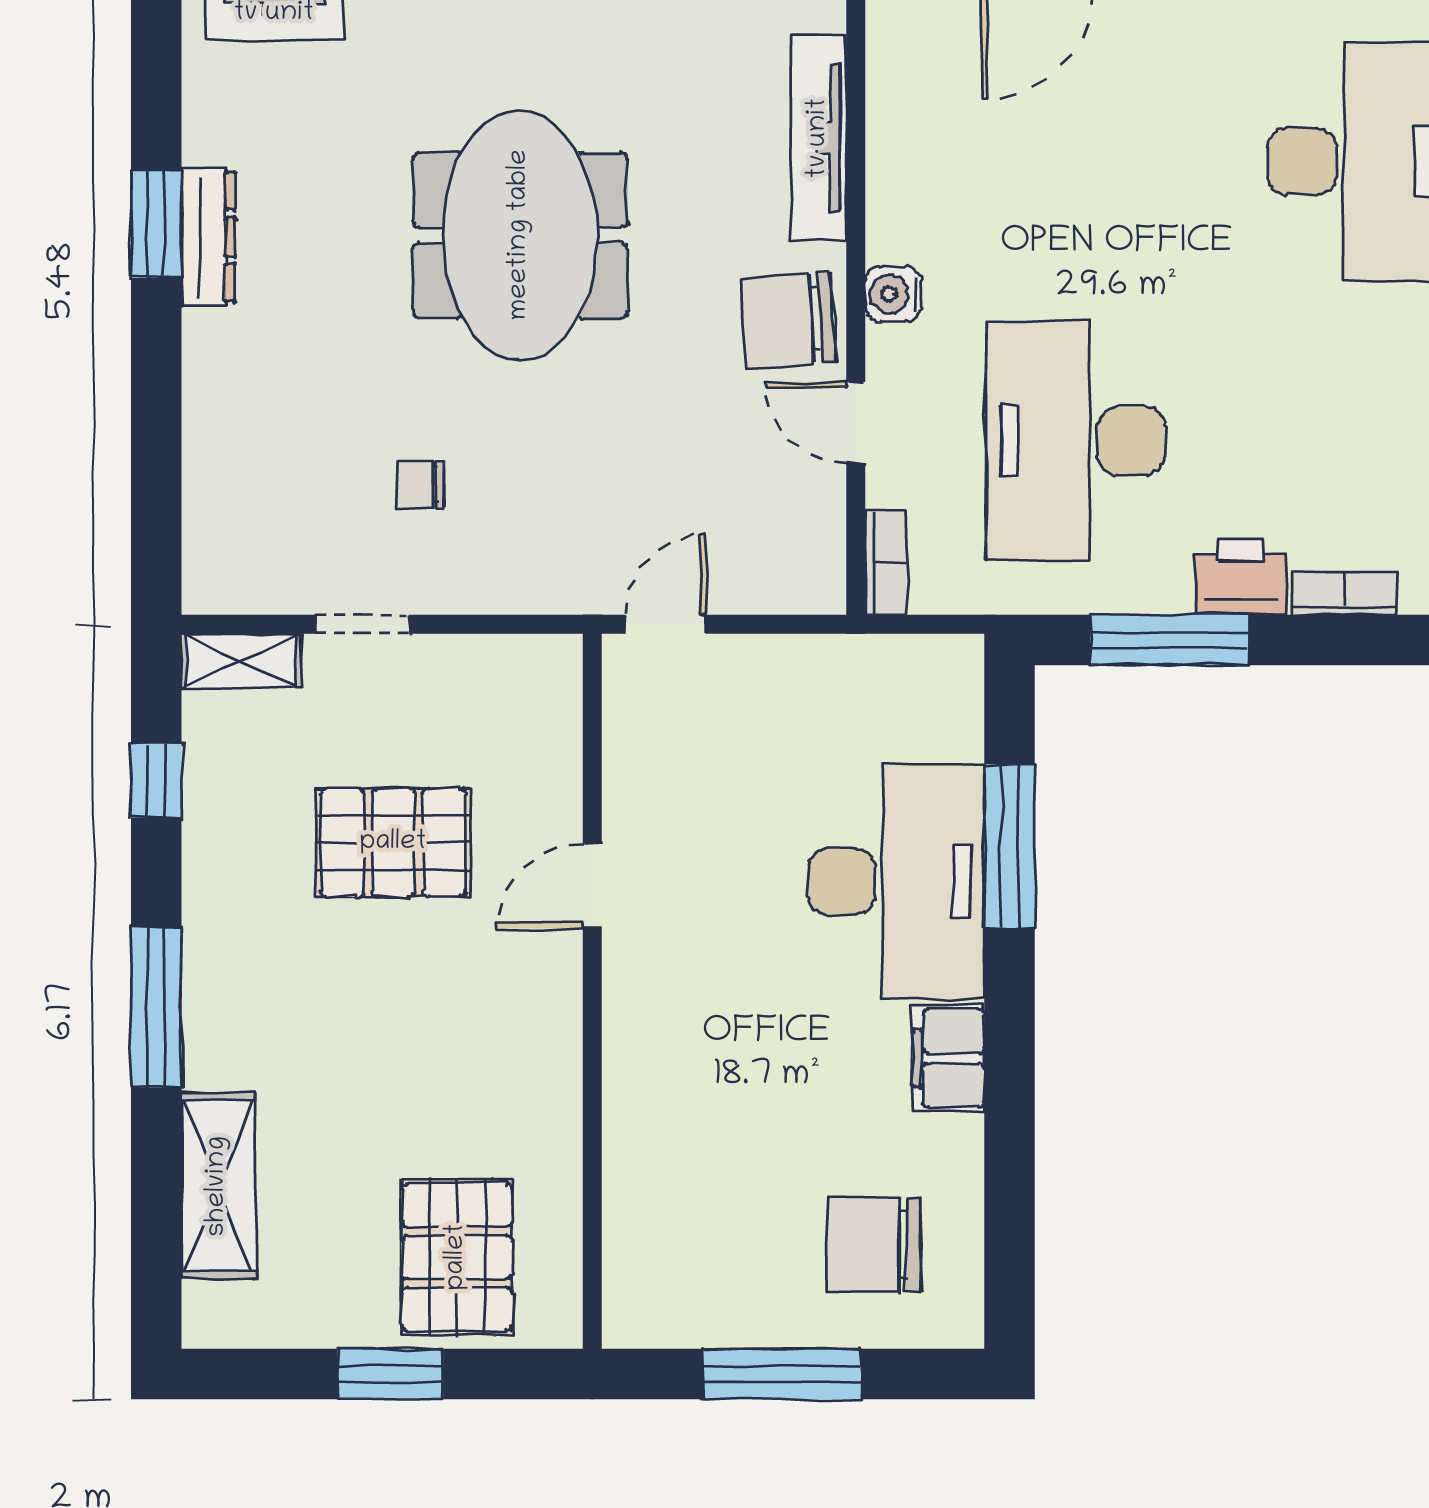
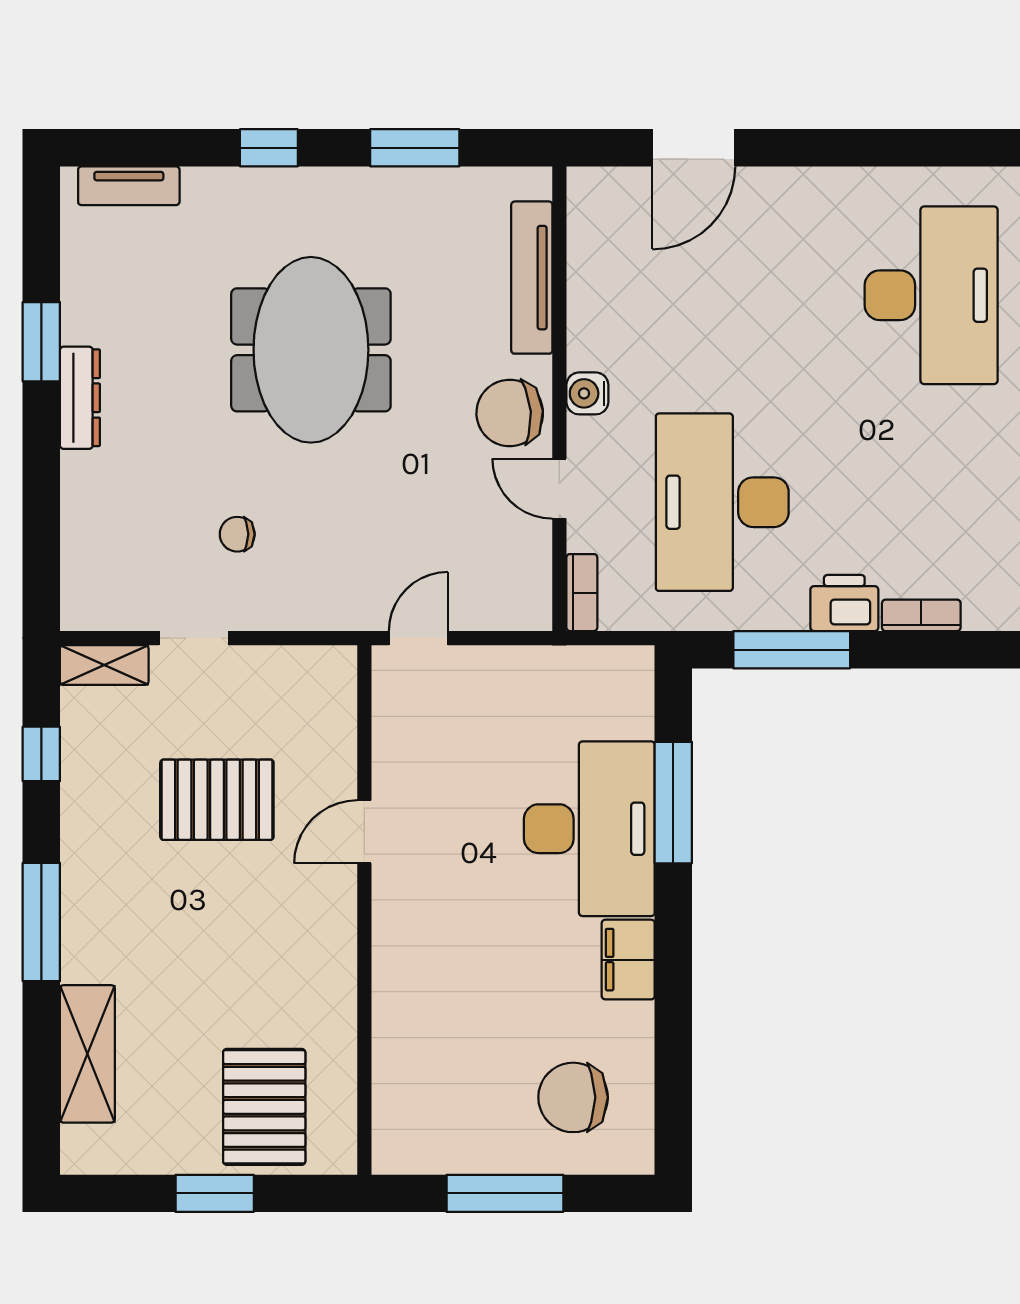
dresser: (208, 237) -> (80, 398), moved

